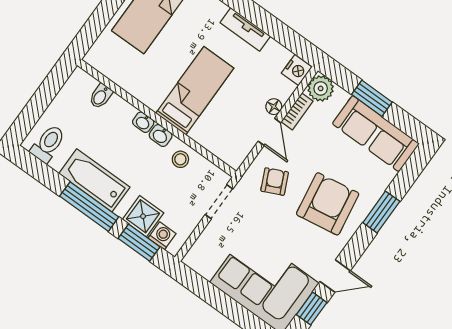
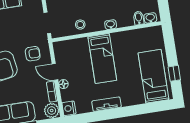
washbasin: (161, 135) -> (150, 18), moved
armchair: (275, 182) -> (33, 54), turned -65

